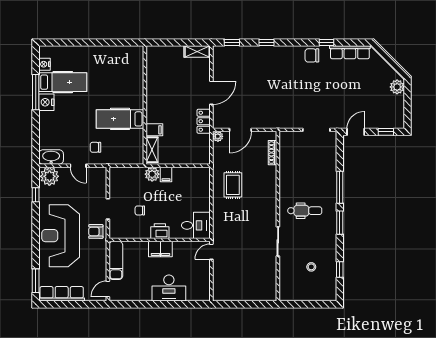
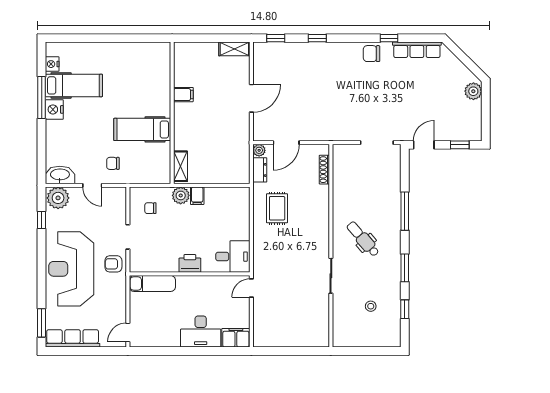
locker: (204, 121) -> (242, 132), removed
filing cabinet: (154, 130) -> (183, 95), moved
dresser: (218, 153) -> (260, 170), added
chair: (140, 210) -> (150, 208), moved
dental chair: (305, 211) -> (363, 239), turned -131
window: (340, 223) -> (405, 268), moved
filing cabinet: (160, 249) -> (236, 338), moved, turned 180
exam couch: (116, 260) -> (152, 283), moved, turned 90

